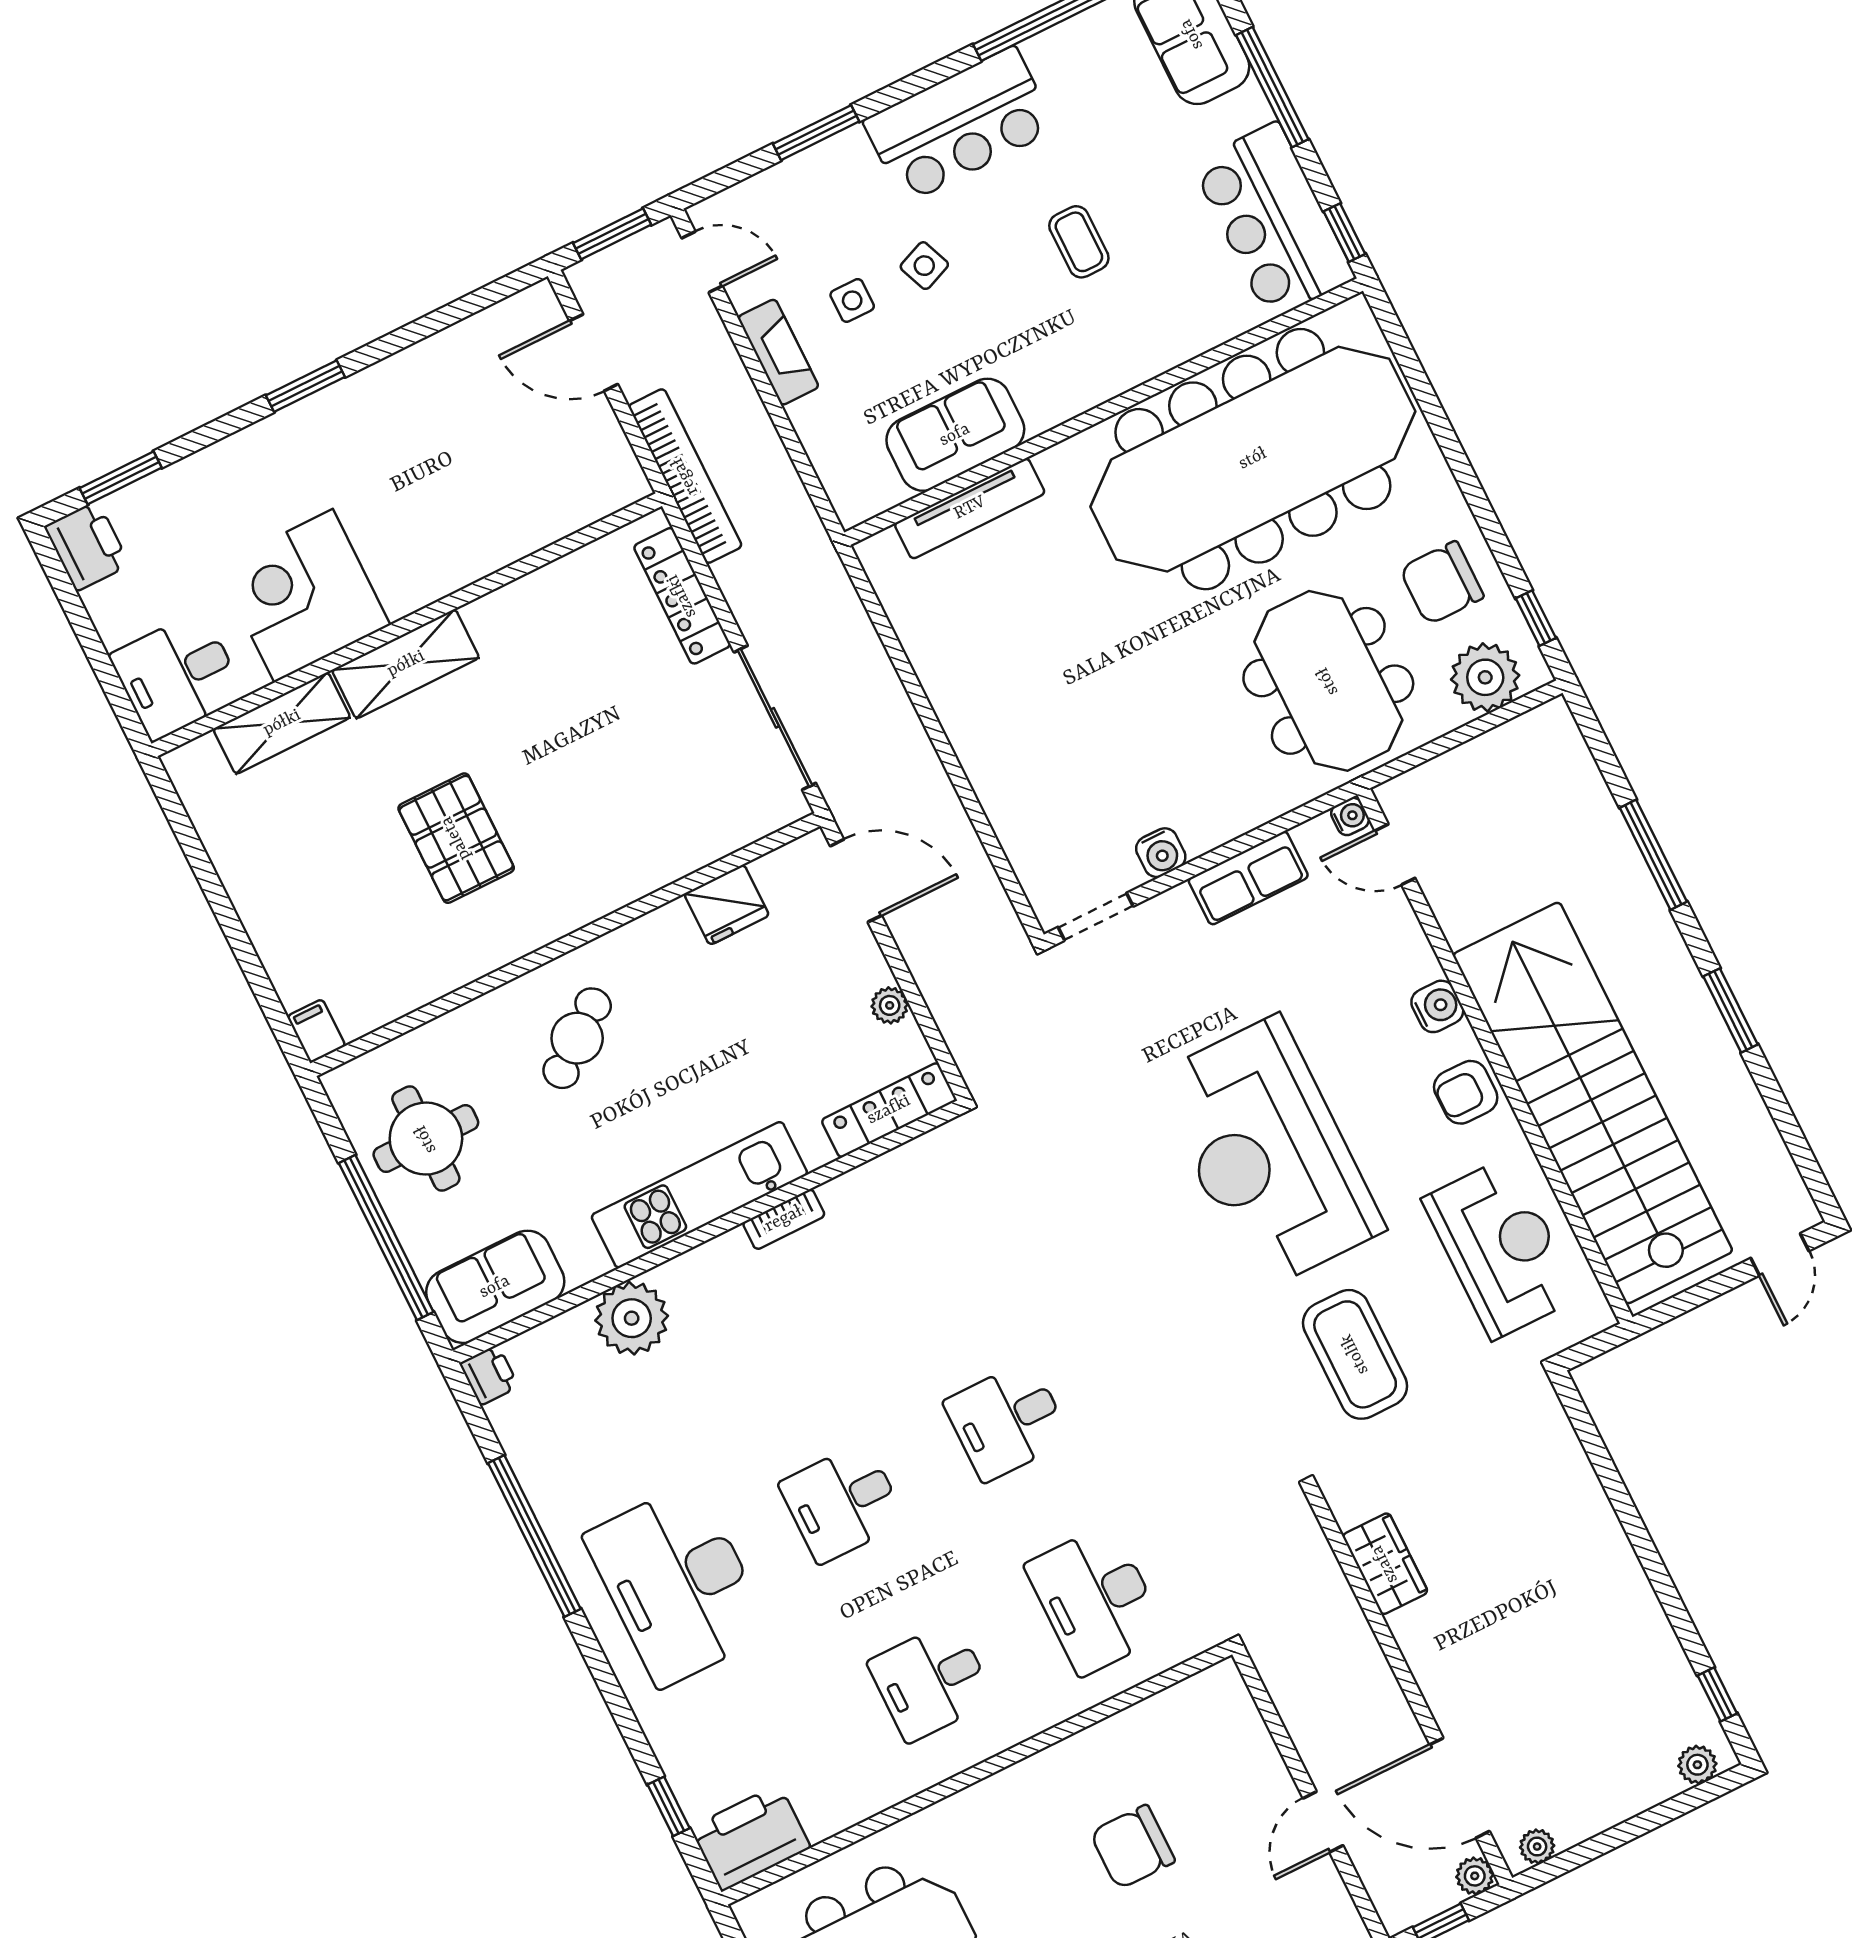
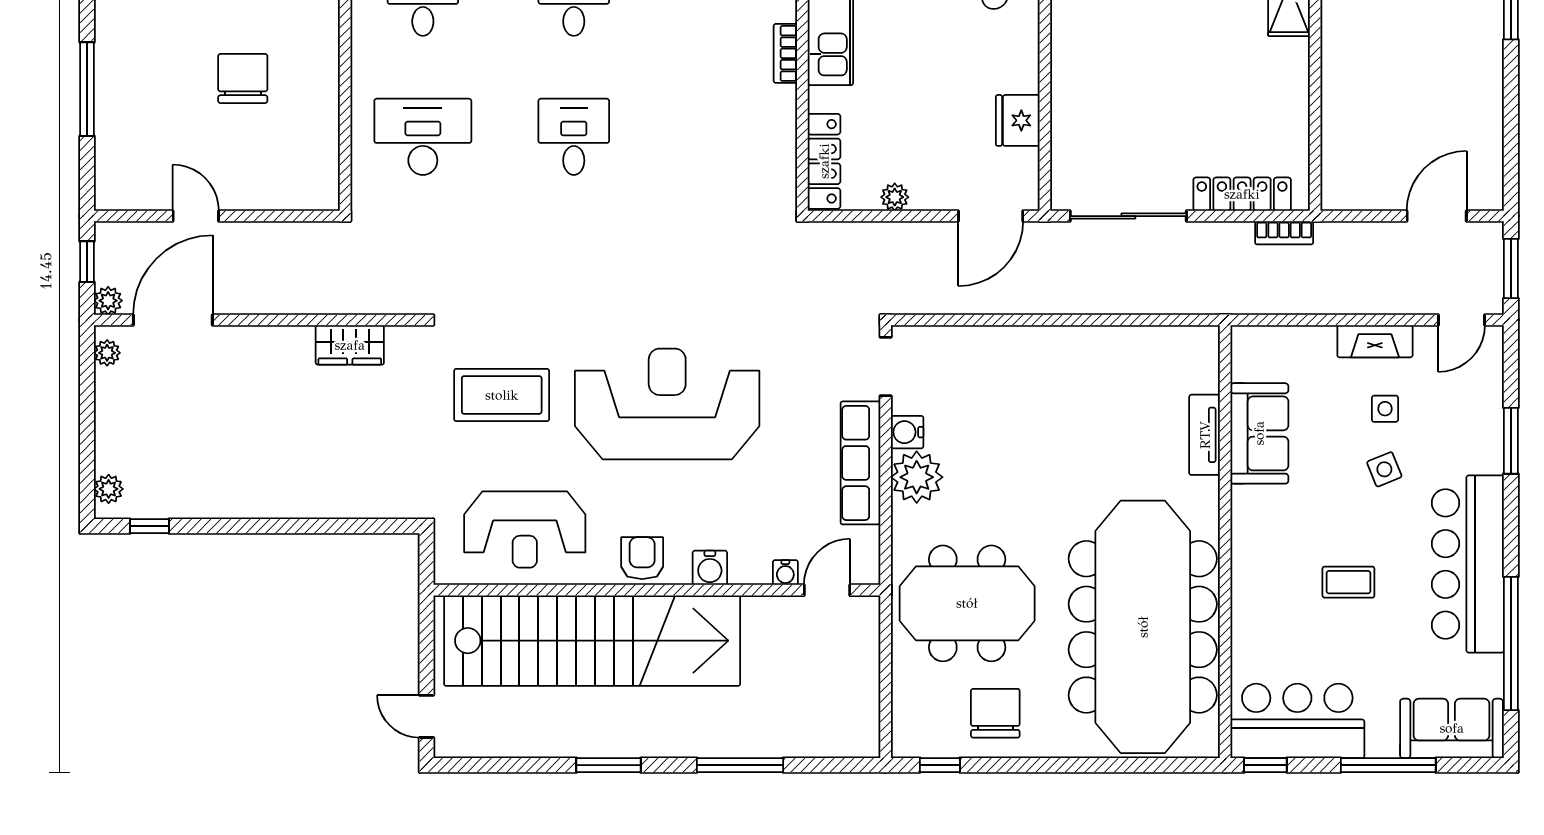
bar counter: (959, 125) -> (1468, 564), width x1.36
bookcase: (685, 476) -> (1284, 233), width x0.43, depth x0.76
tv unit: (970, 508) -> (1205, 435), width x0.71
plant: (1485, 677) -> (917, 477), moved
water cooler: (1350, 816) -> (785, 573), moved
row of seats: (1248, 878) -> (860, 463), width x1.48

